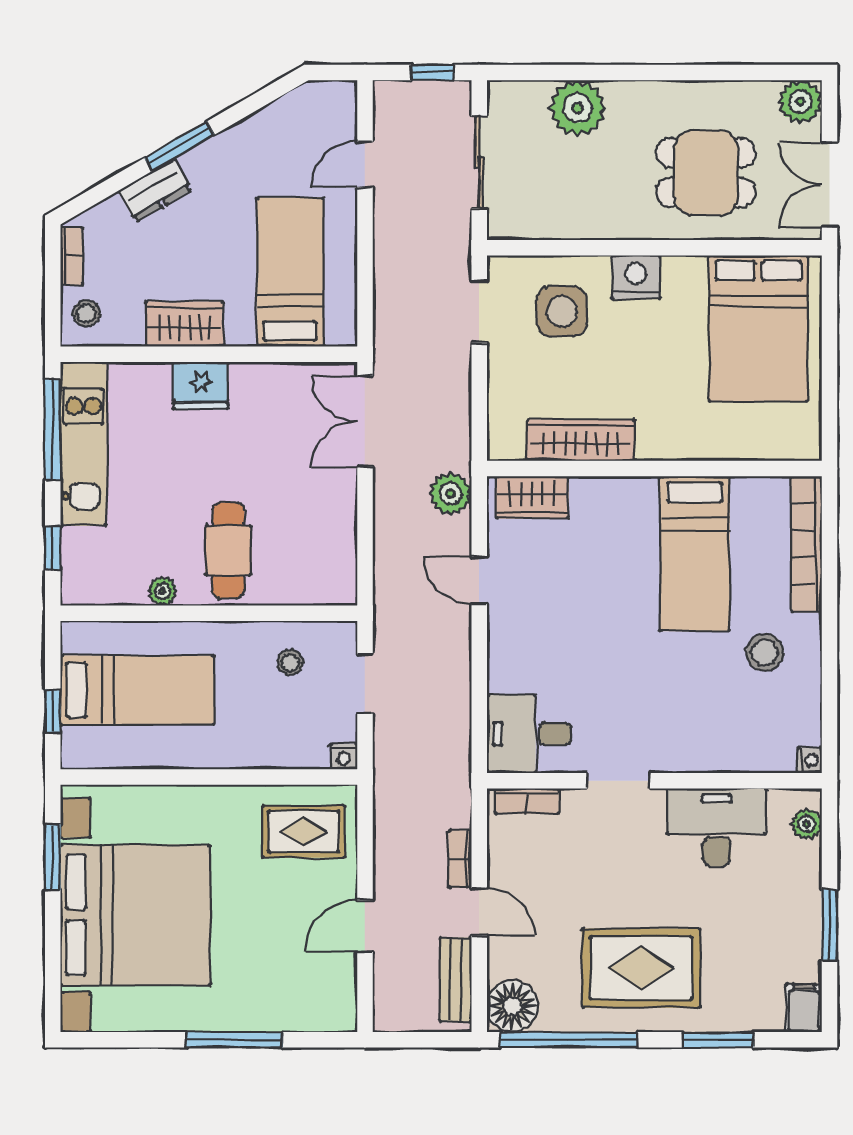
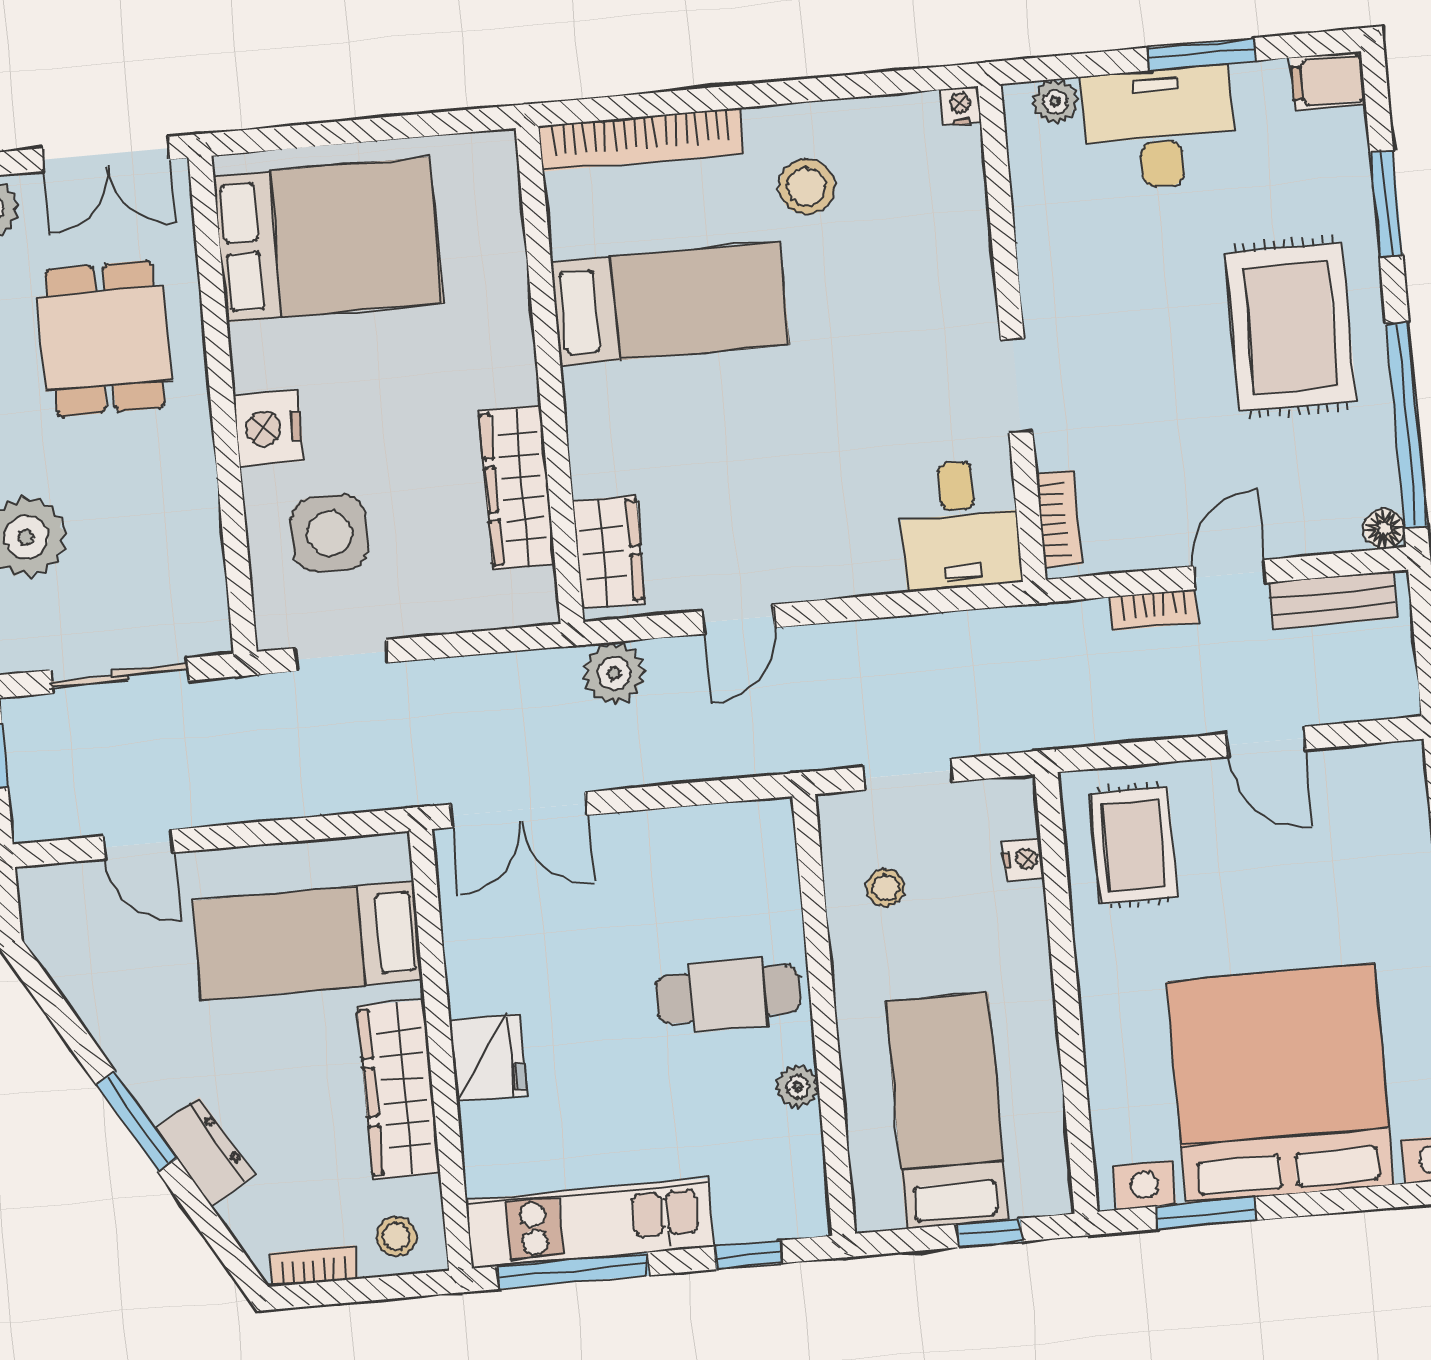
wardrobe: (185, 324) -> (399, 1090), width x1.50
nightstand: (344, 757) -> (1024, 859), moved
desk: (717, 828) -> (1159, 128), moved, turned 90
floor lamp: (513, 1006) -> (1384, 529), width x0.53, depth x0.53

